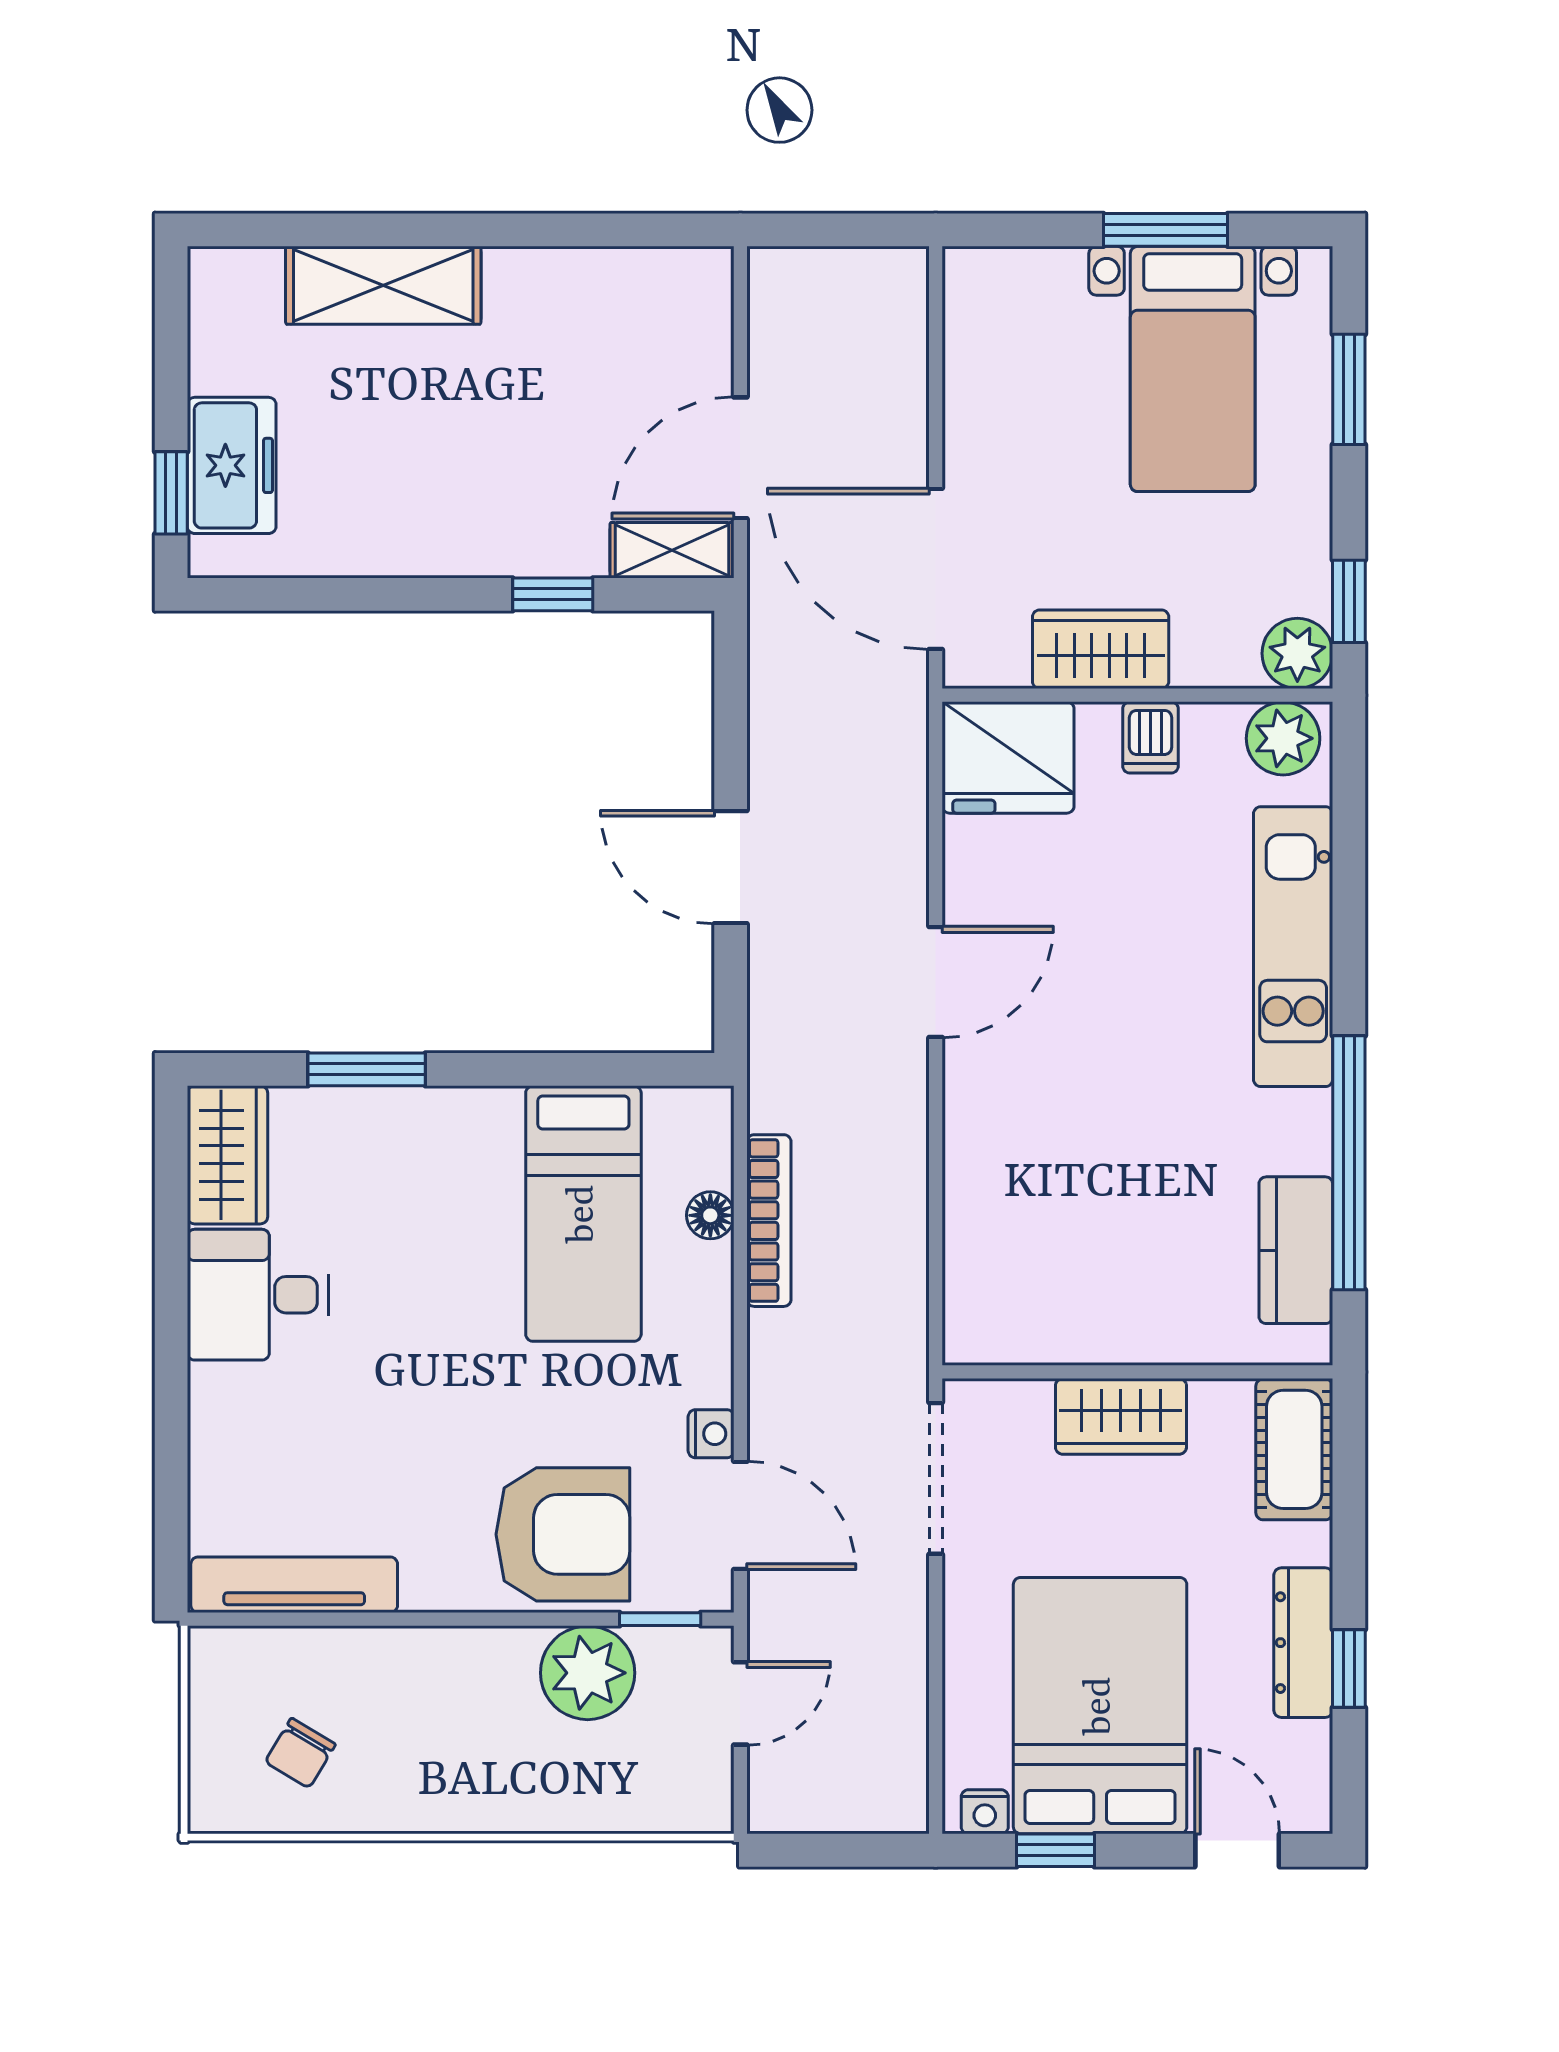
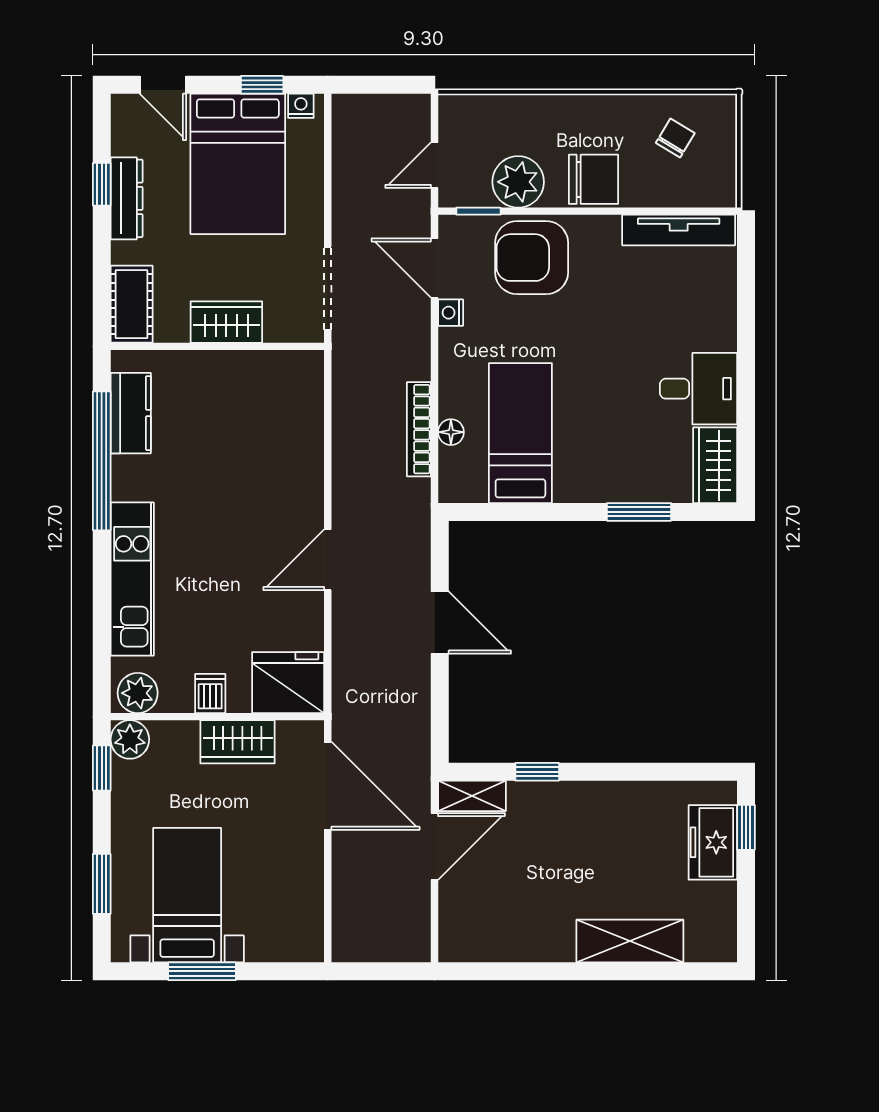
chair: (450, 1677) -> (593, 179), added

